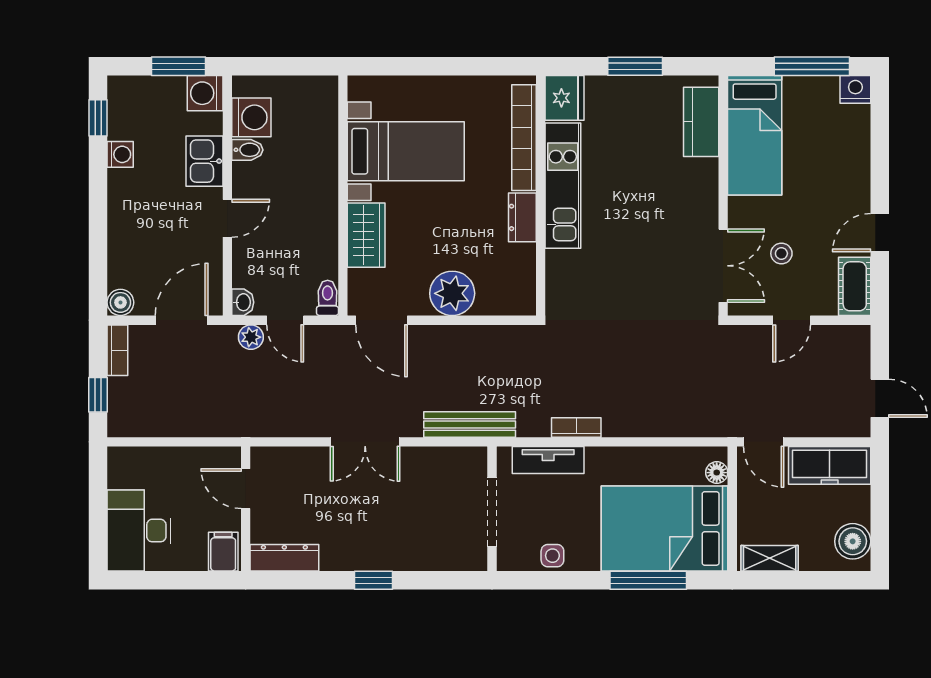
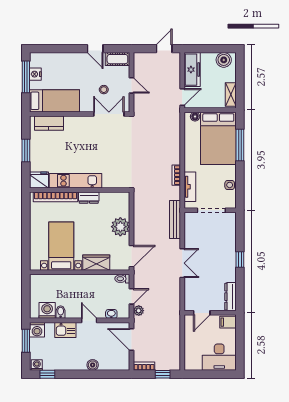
nightstand: (855, 89) -> (35, 74), moved
washing machine: (120, 154) -> (37, 365), moved
boiler: (120, 302) -> (93, 365), moved
washbasin: (243, 302) -> (111, 314), moved

